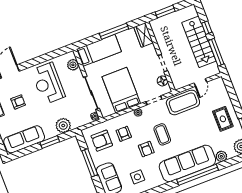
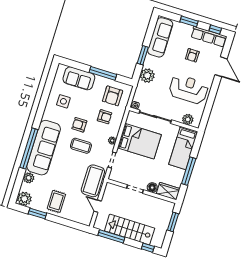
window: (207, 28) -> (148, 248), moved
floor lamp: (162, 81) -> (152, 188), moved
rug: (223, 119) -> (56, 201), turned 90
armchair: (102, 141) -> (113, 96), turned 180

